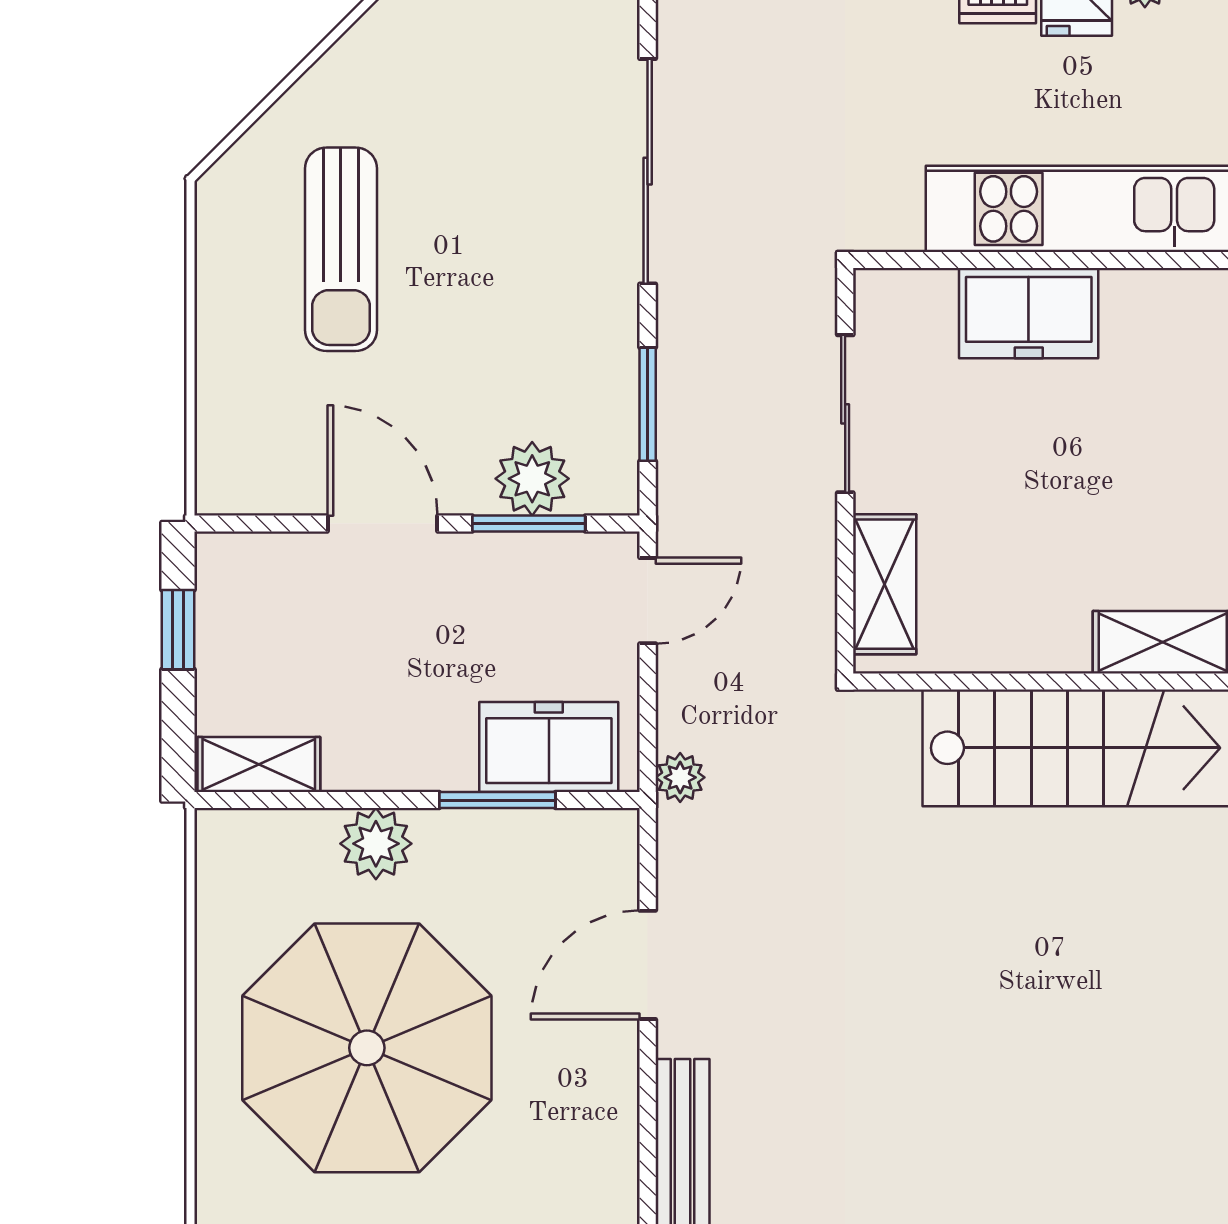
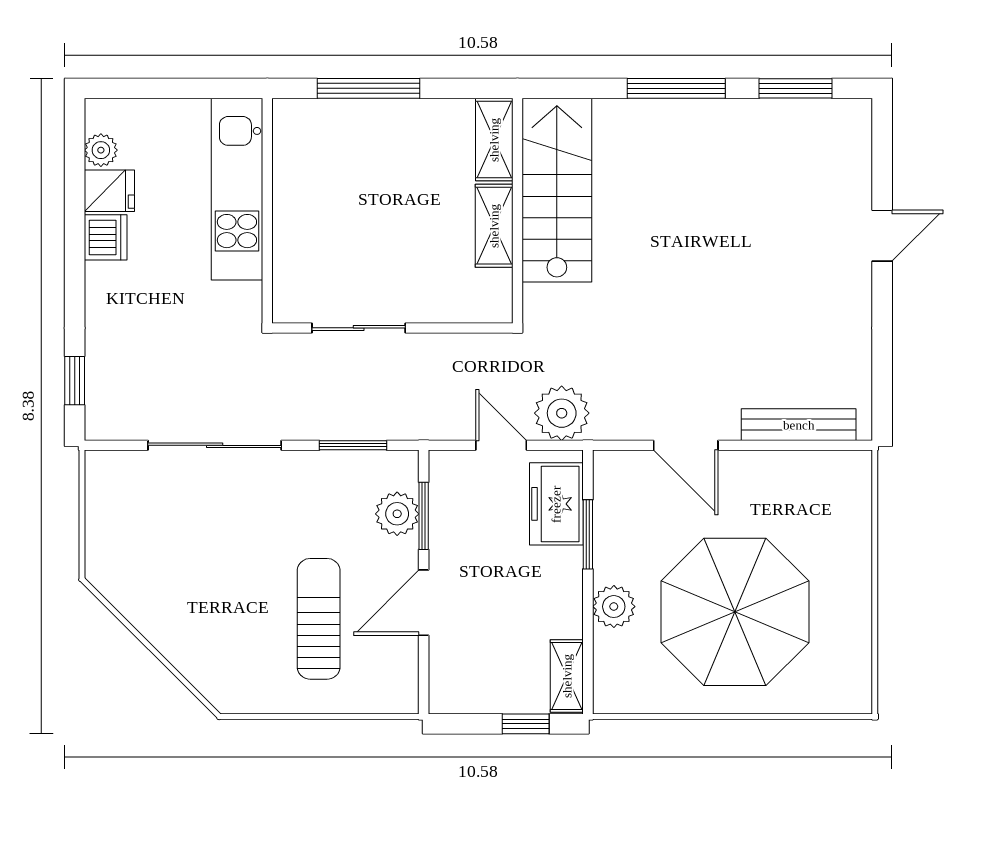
sun lounger: (341, 249) -> (319, 619), moved, turned -90
freezer: (1029, 313) -> (299, 219), removed
shelving: (885, 584) -> (494, 226), moved, turned 90
door: (648, 601) -> (501, 445), moved
window: (178, 630) -> (526, 724), moved
plant: (680, 777) -> (562, 413), width x1.87, depth x1.87

